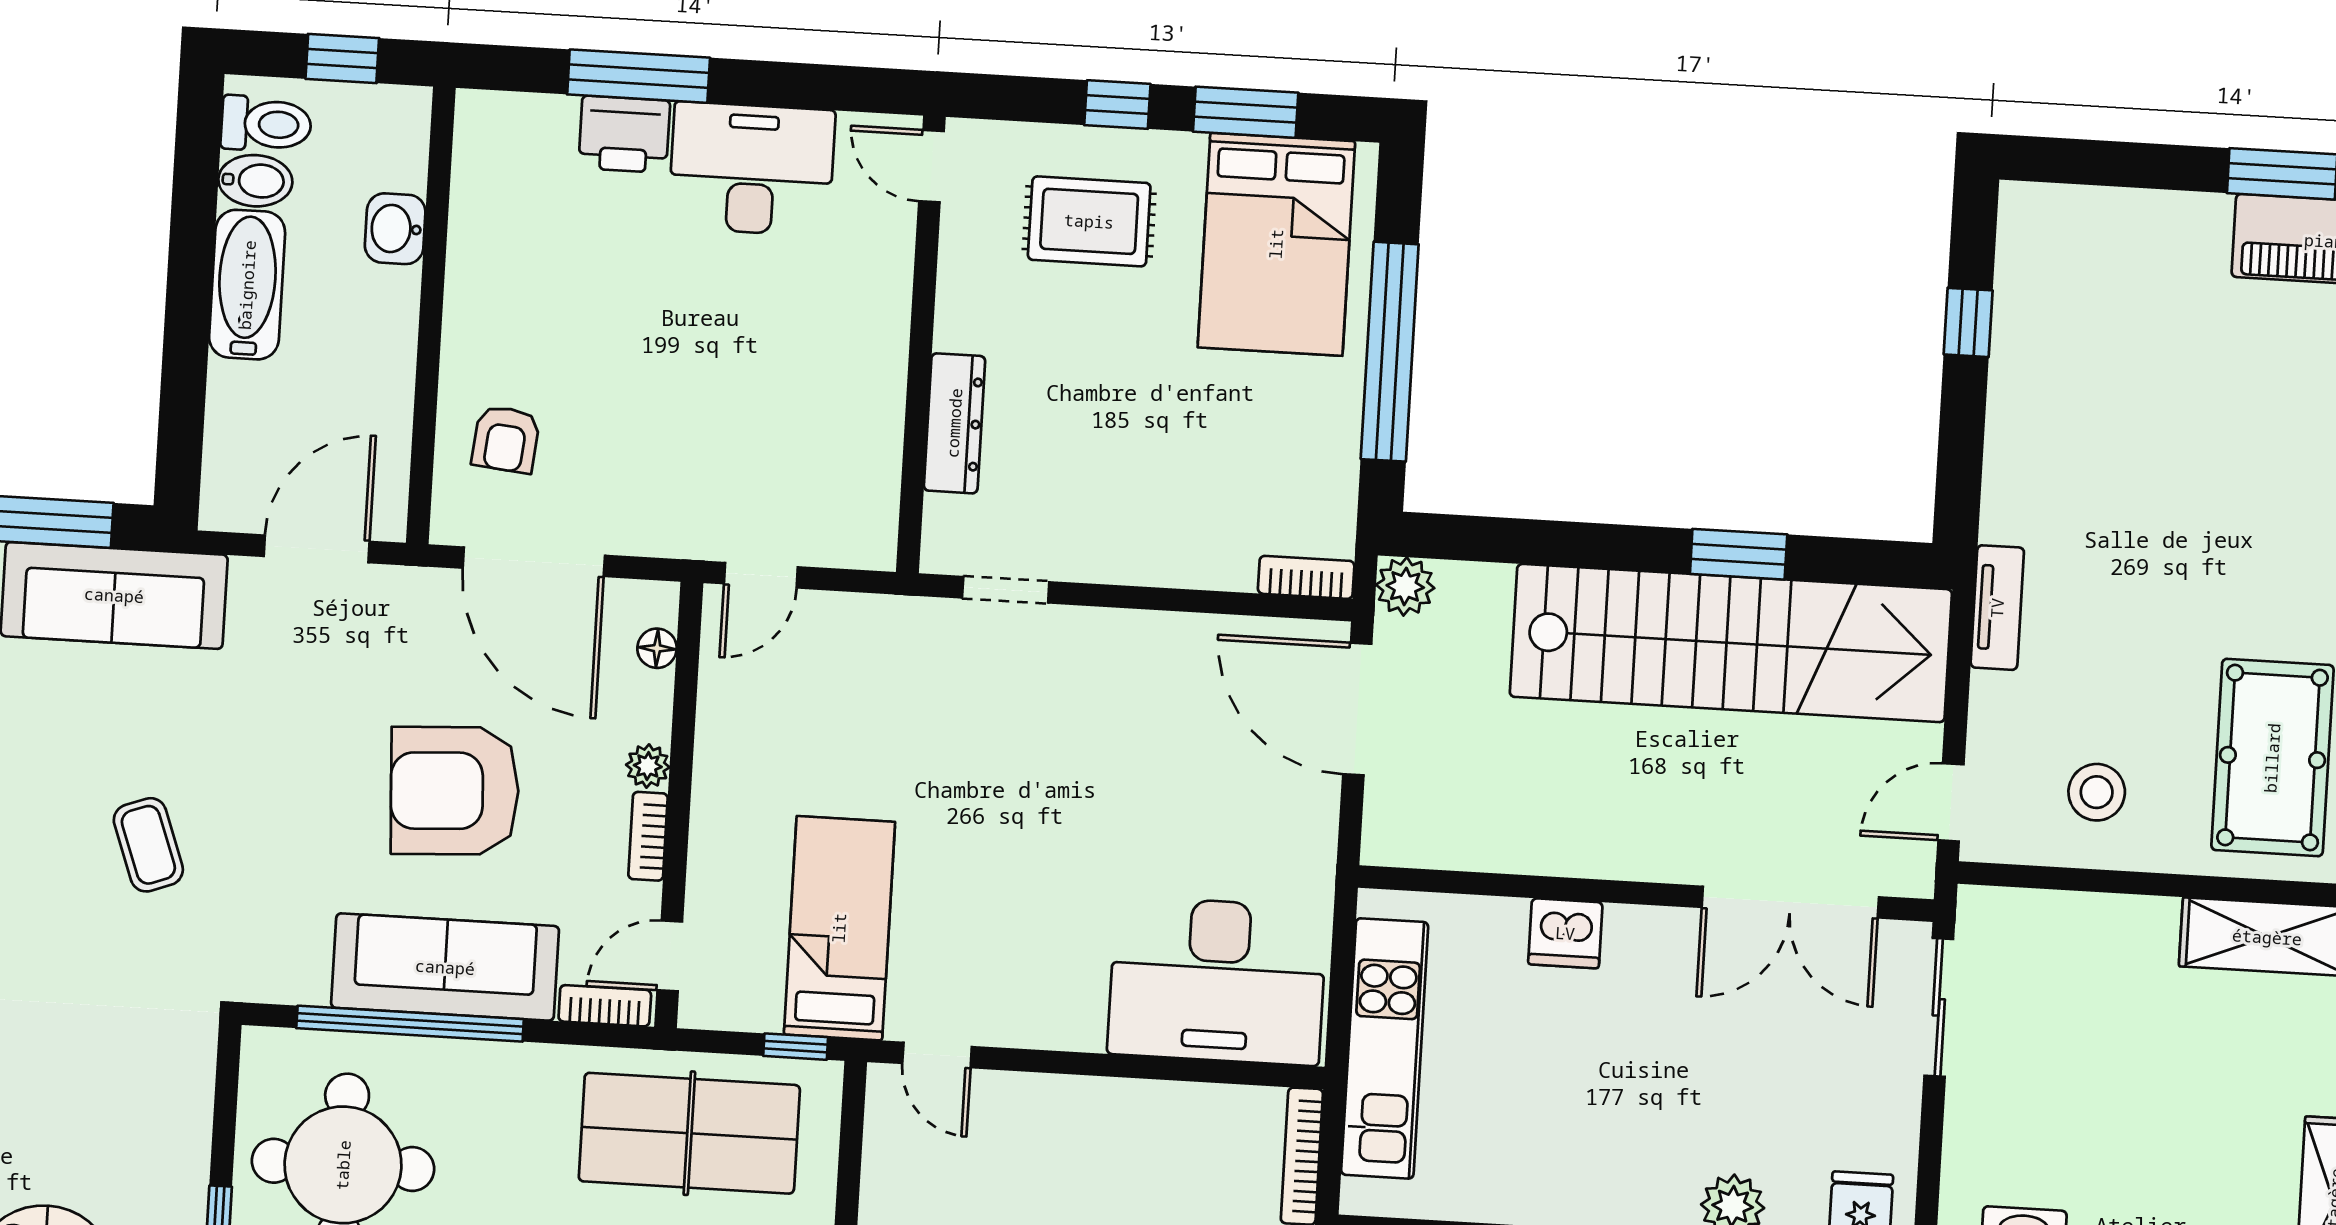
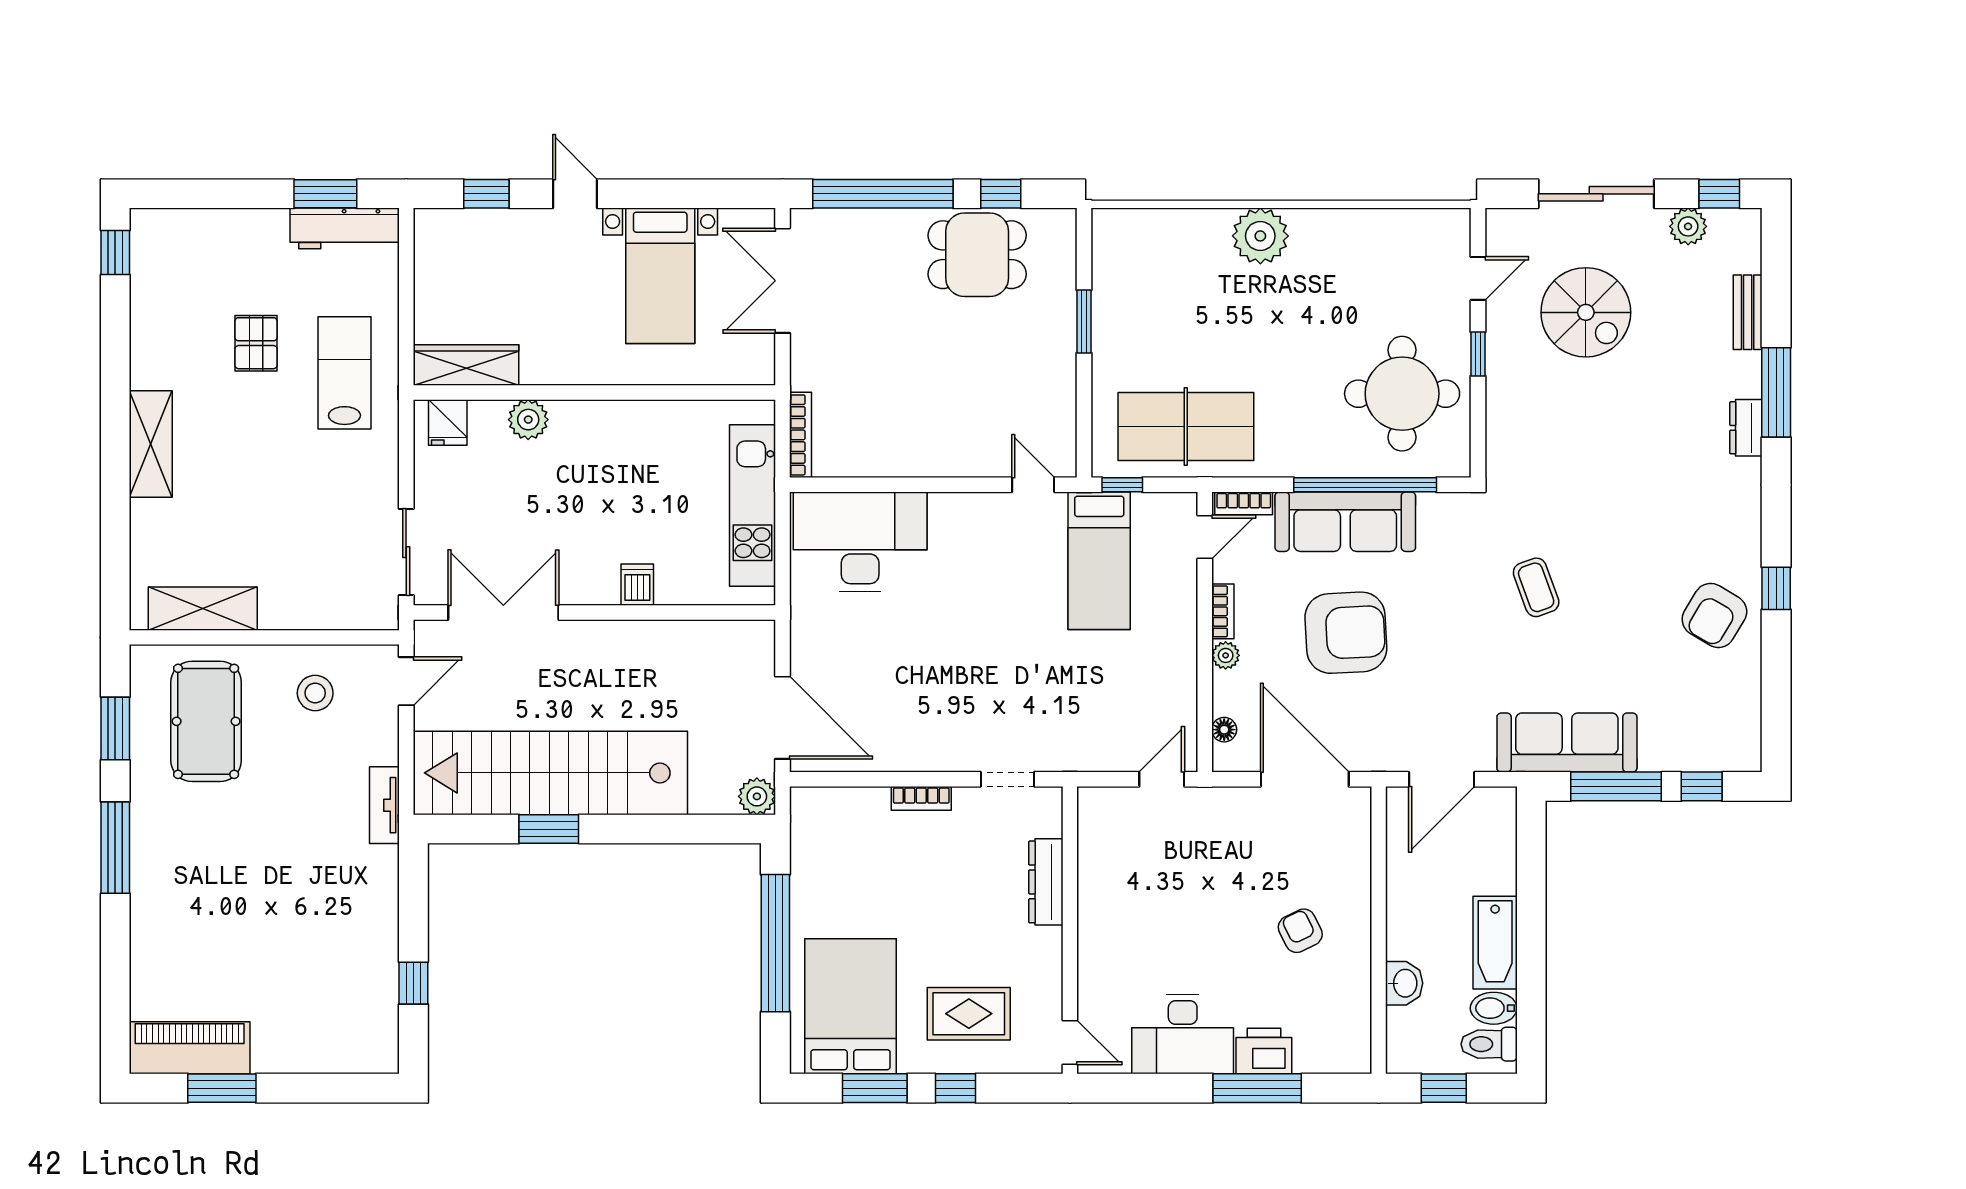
armchair: (506, 439) -> (1300, 931), moved, turned -32
bookcase: (1306, 577) -> (921, 798), moved
dishwasher: (1565, 933) -> (637, 585), width x0.73

